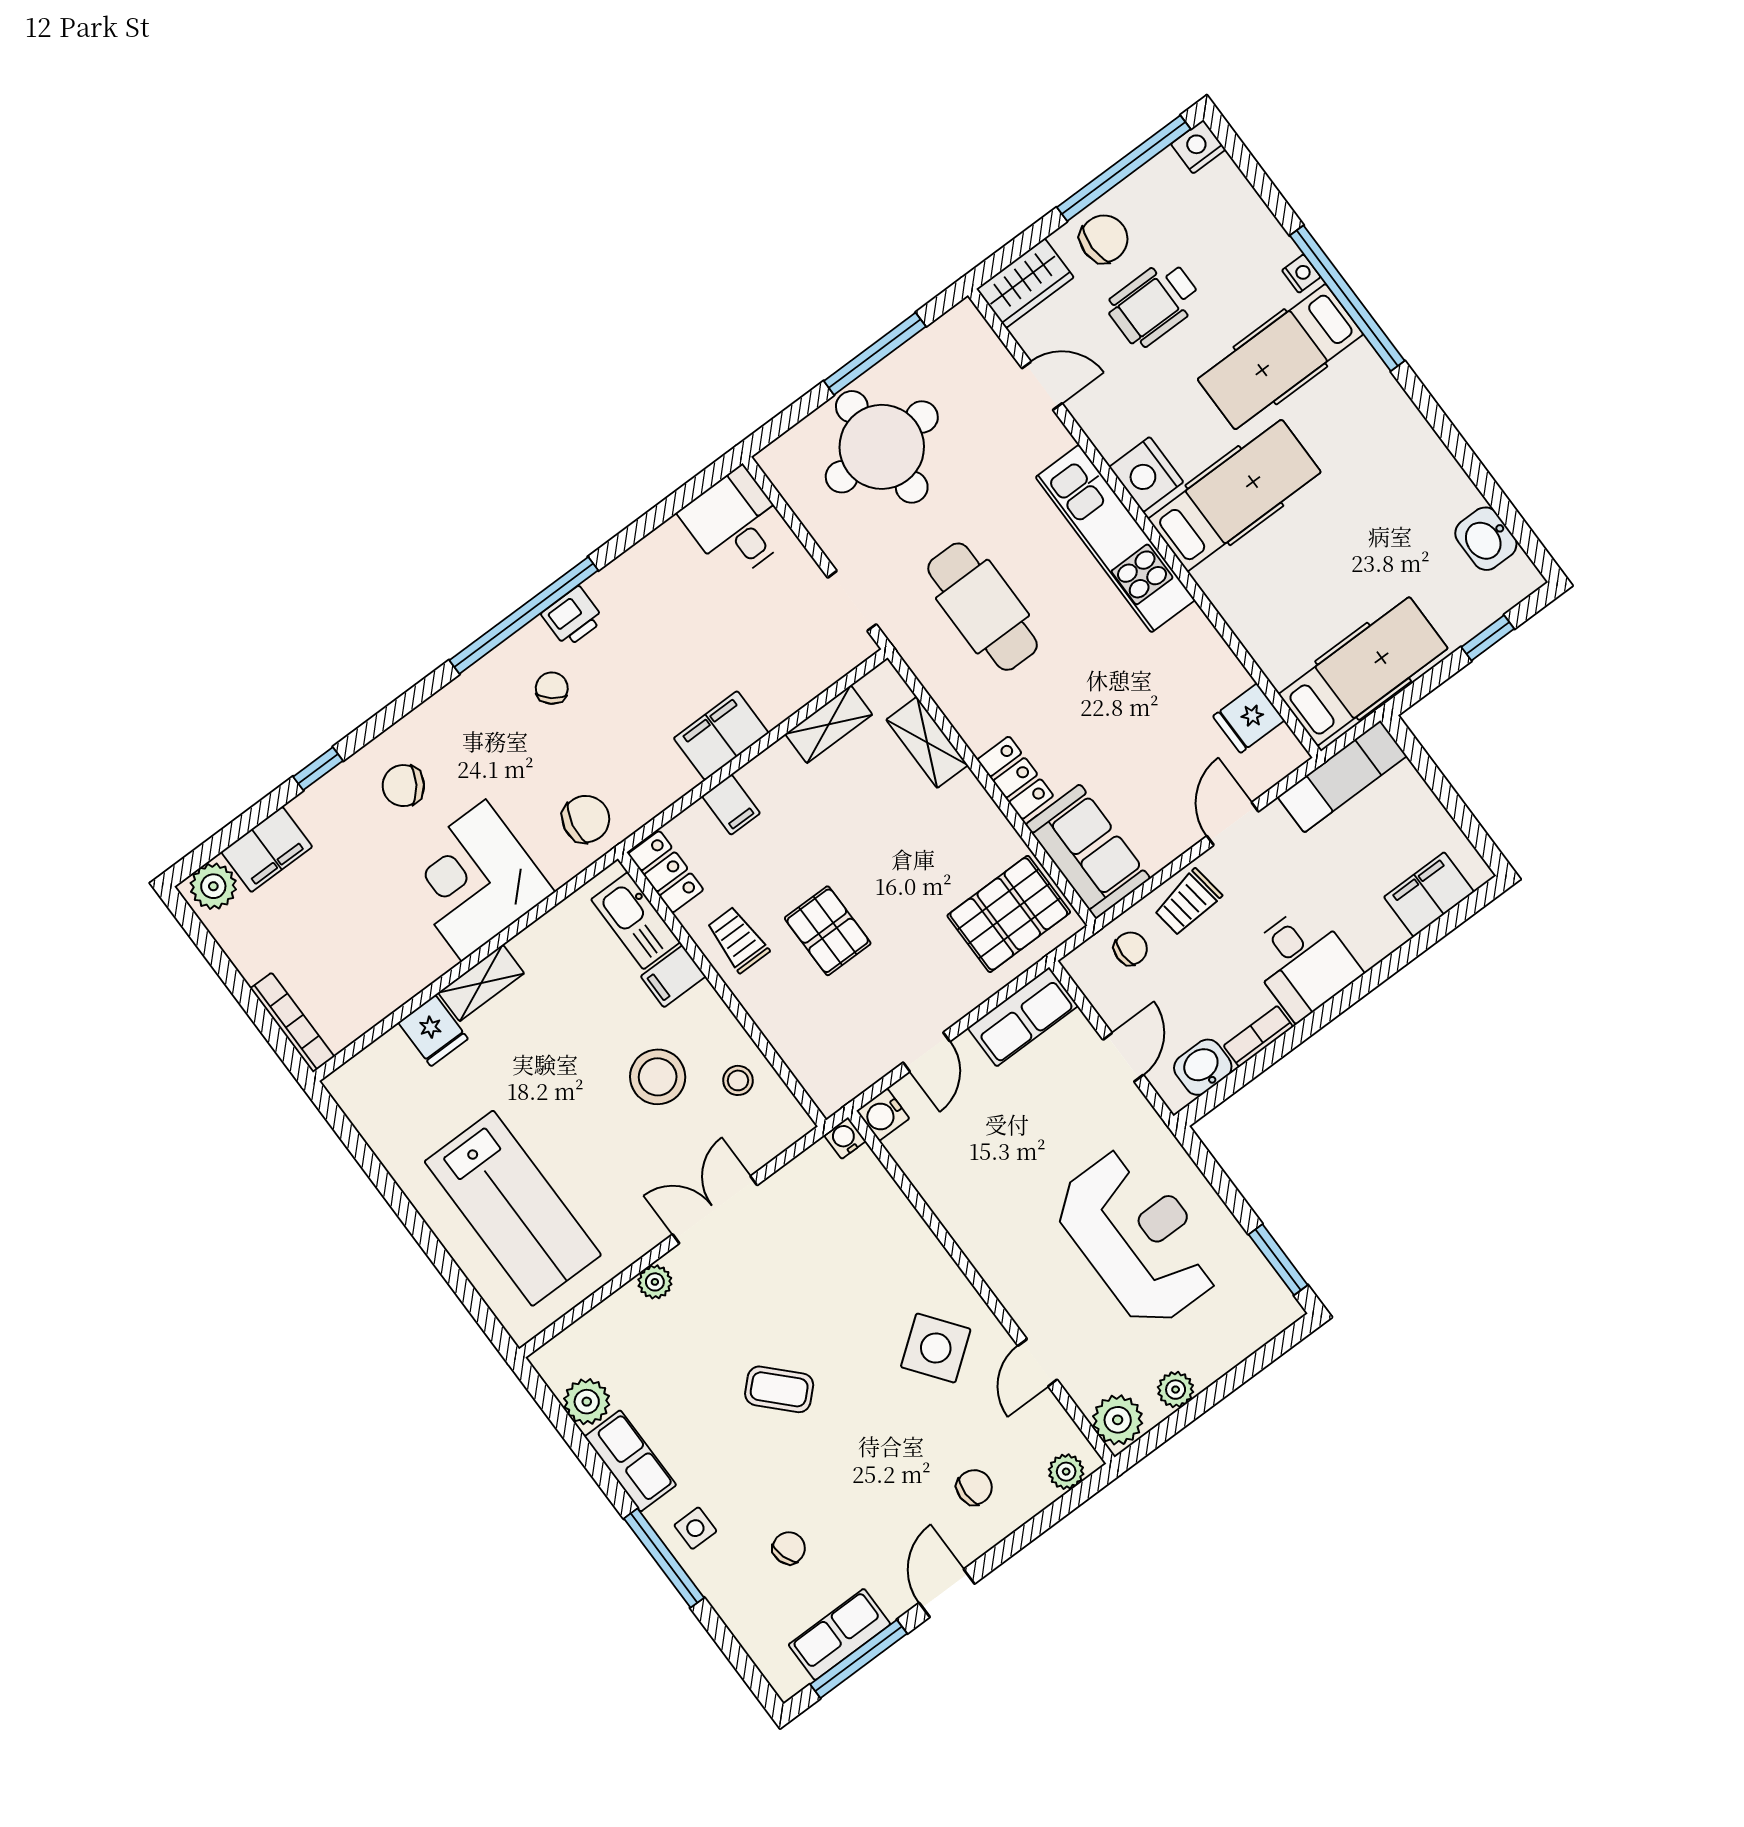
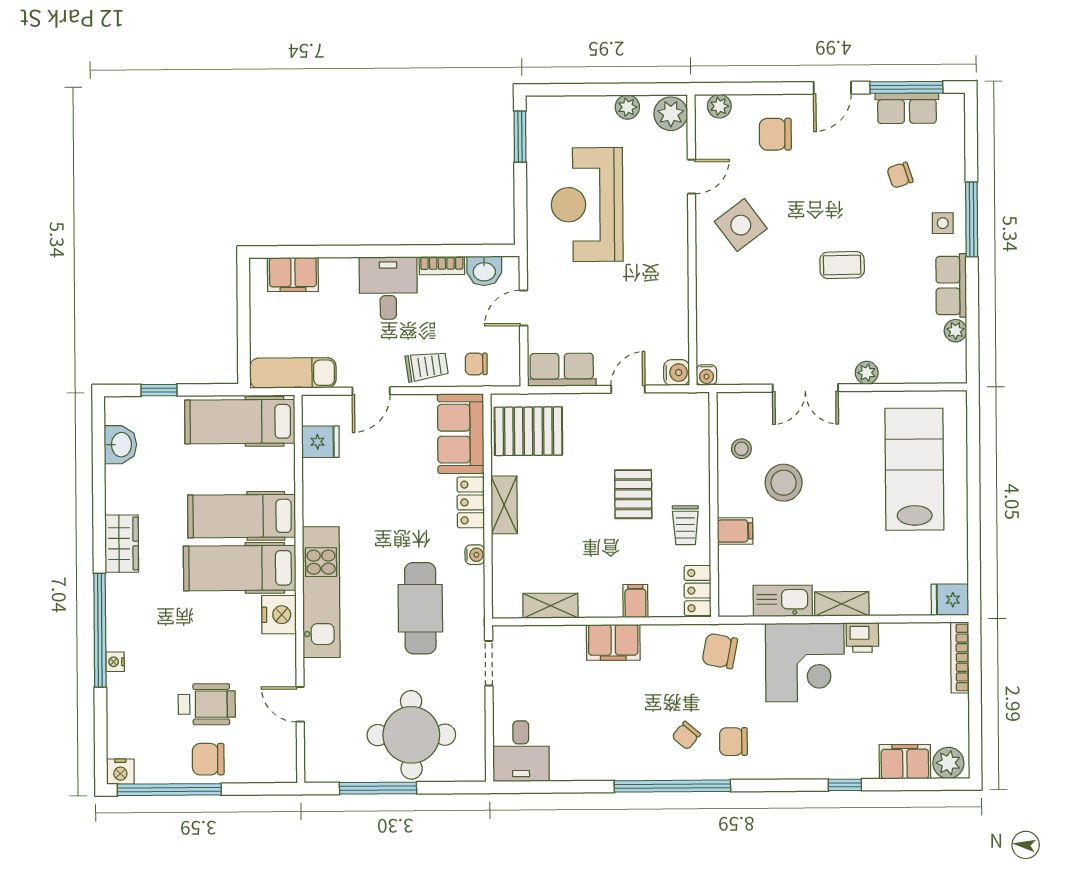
wardrobe: (1025, 283) -> (122, 544), moved, turned 90
hospital bed: (1280, 357) -> (242, 516), moved, turned 180
printer: (573, 617) -> (862, 637), moved, turned 180
water cooler: (964, 719) -> (475, 555), added
shelving: (927, 742) -> (504, 505), moved
chair: (403, 786) -> (733, 742), moved, turned 146
kitchen sink: (636, 921) -> (783, 601), moved, turned -90
fridge: (433, 1031) -> (950, 600), moved, turned -90
coffee table: (779, 1389) -> (842, 265), turned -47
plant: (587, 1402) -> (955, 331), width x0.73, depth x0.73
chair: (974, 1487) -> (775, 134), width x1.37, depth x1.37

